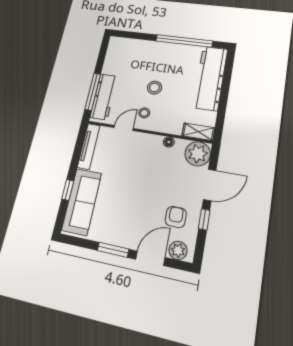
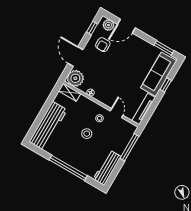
window: (184, 41) -> (68, 168), moved
workbench: (104, 97) -> (107, 168), moved
door: (124, 128) -> (116, 113), swing flipped
door: (210, 185) -> (75, 57), hinge flipped
window: (204, 219) -> (92, 28), moved
window: (113, 250) -> (164, 48), moved

